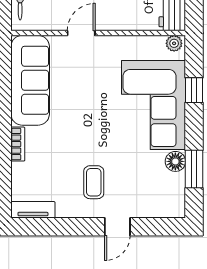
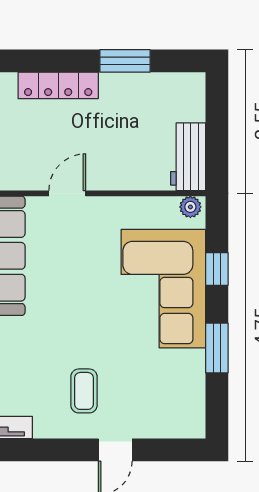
floor lamp: (175, 161) -> (192, 363), removed
window: (194, 169) -> (217, 348), moved

